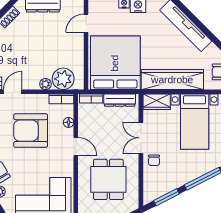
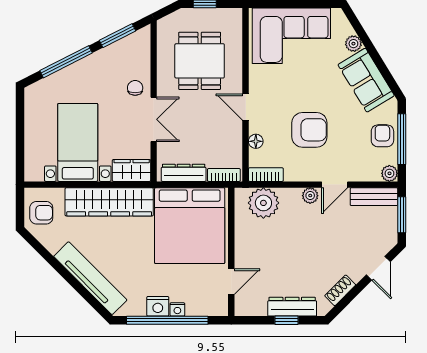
plant: (46, 84) -> (310, 196), moved
armchair: (31, 131) -> (309, 130), width x0.73, depth x0.73

